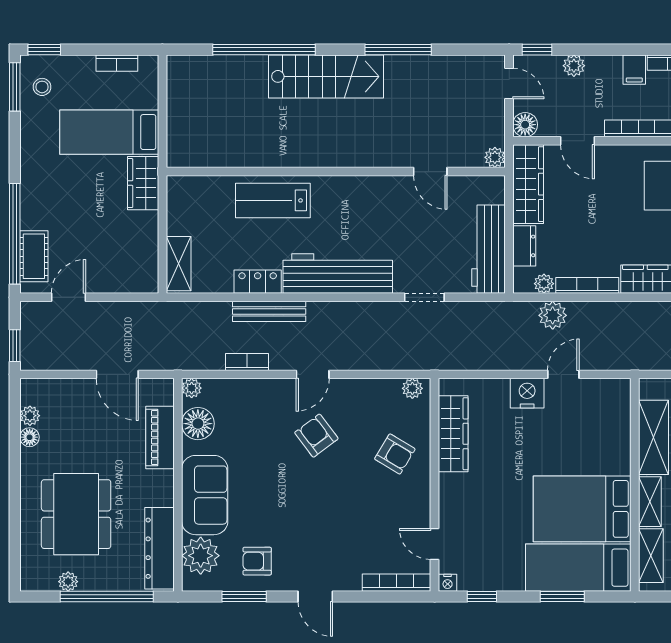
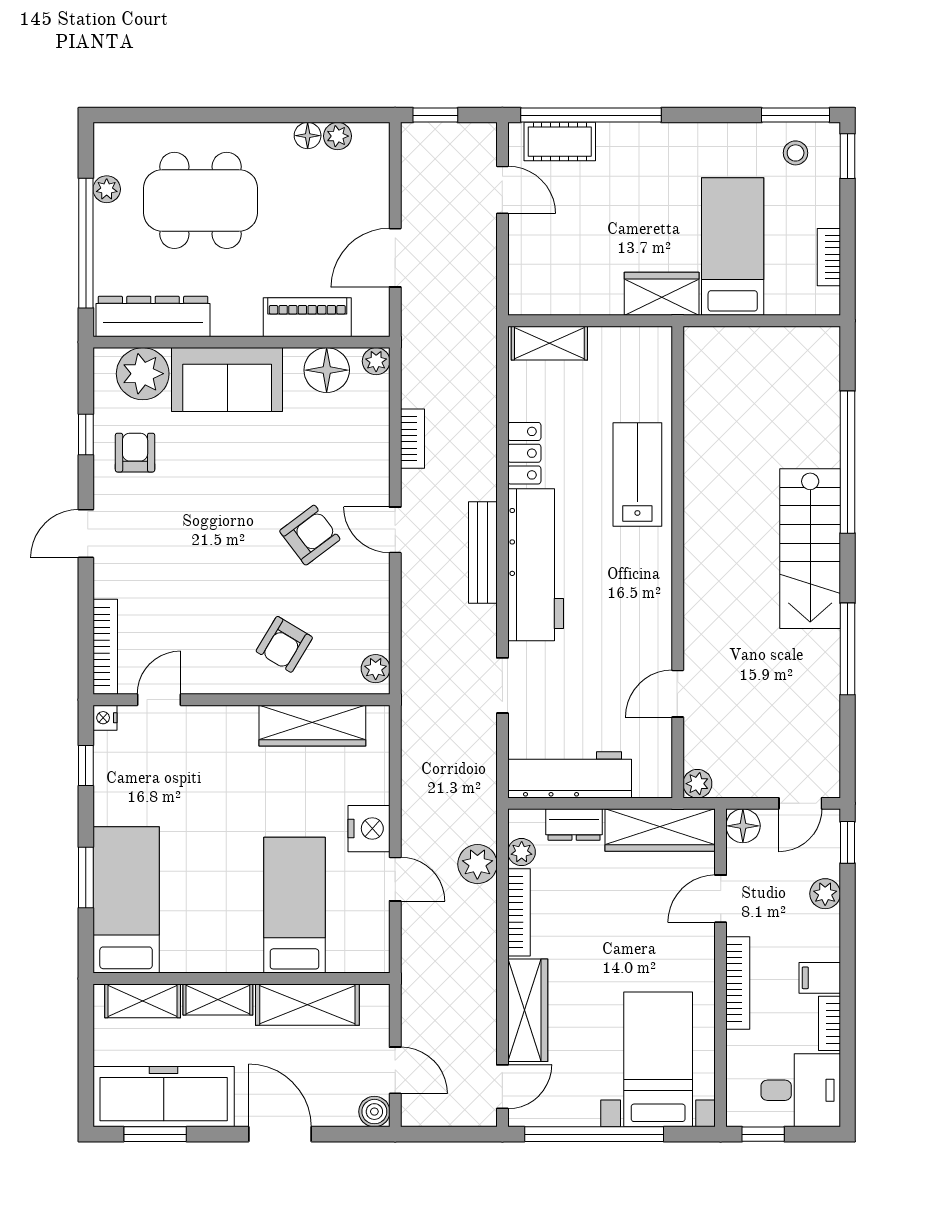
bench: (269, 311) -> (483, 553), moved
bed: (582, 509) -> (294, 905), moved, width x0.67
window: (244, 596) -> (86, 434), width x0.67

